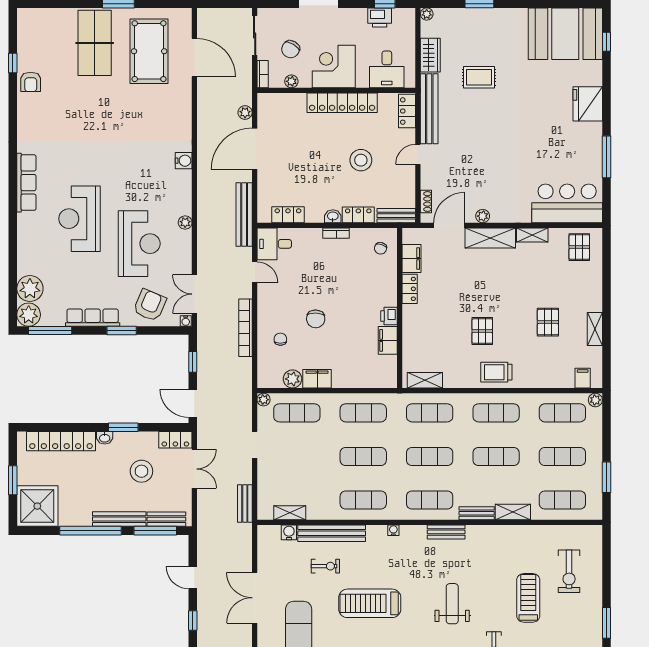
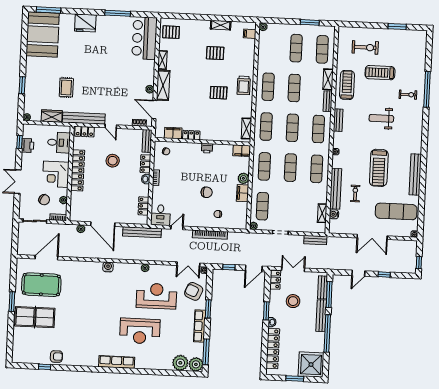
window: (606, 42) -> (49, 10), width x2.17
filing cabinet: (388, 340) -> (242, 151), moved
plant: (293, 379) -> (243, 178), moved
exercise mat: (562, 413) -> (270, 47), removed
treadmill: (505, 544) -> (347, 85), added

